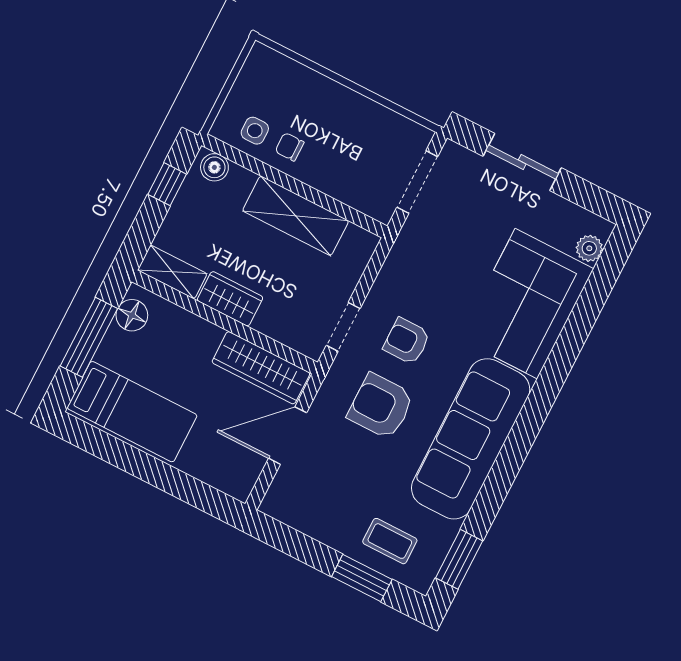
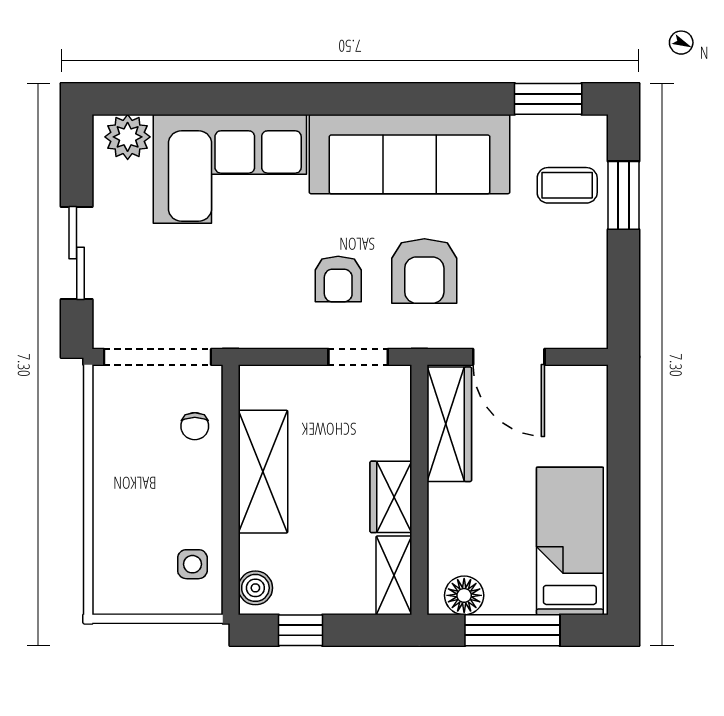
chair: (290, 147) -> (195, 426), moved
doorway: (417, 182) -> (157, 357), width x1.36
plant: (589, 248) -> (128, 137), width x1.38, depth x1.38
coffee table: (390, 541) -> (567, 185), turned 90

